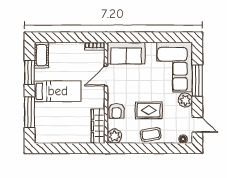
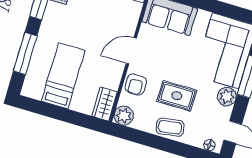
door: (106, 76) -> (131, 51), moved
bed: (58, 91) -> (63, 76), moved, turned -90
wardrobe: (98, 126) -> (105, 104), width x0.67

